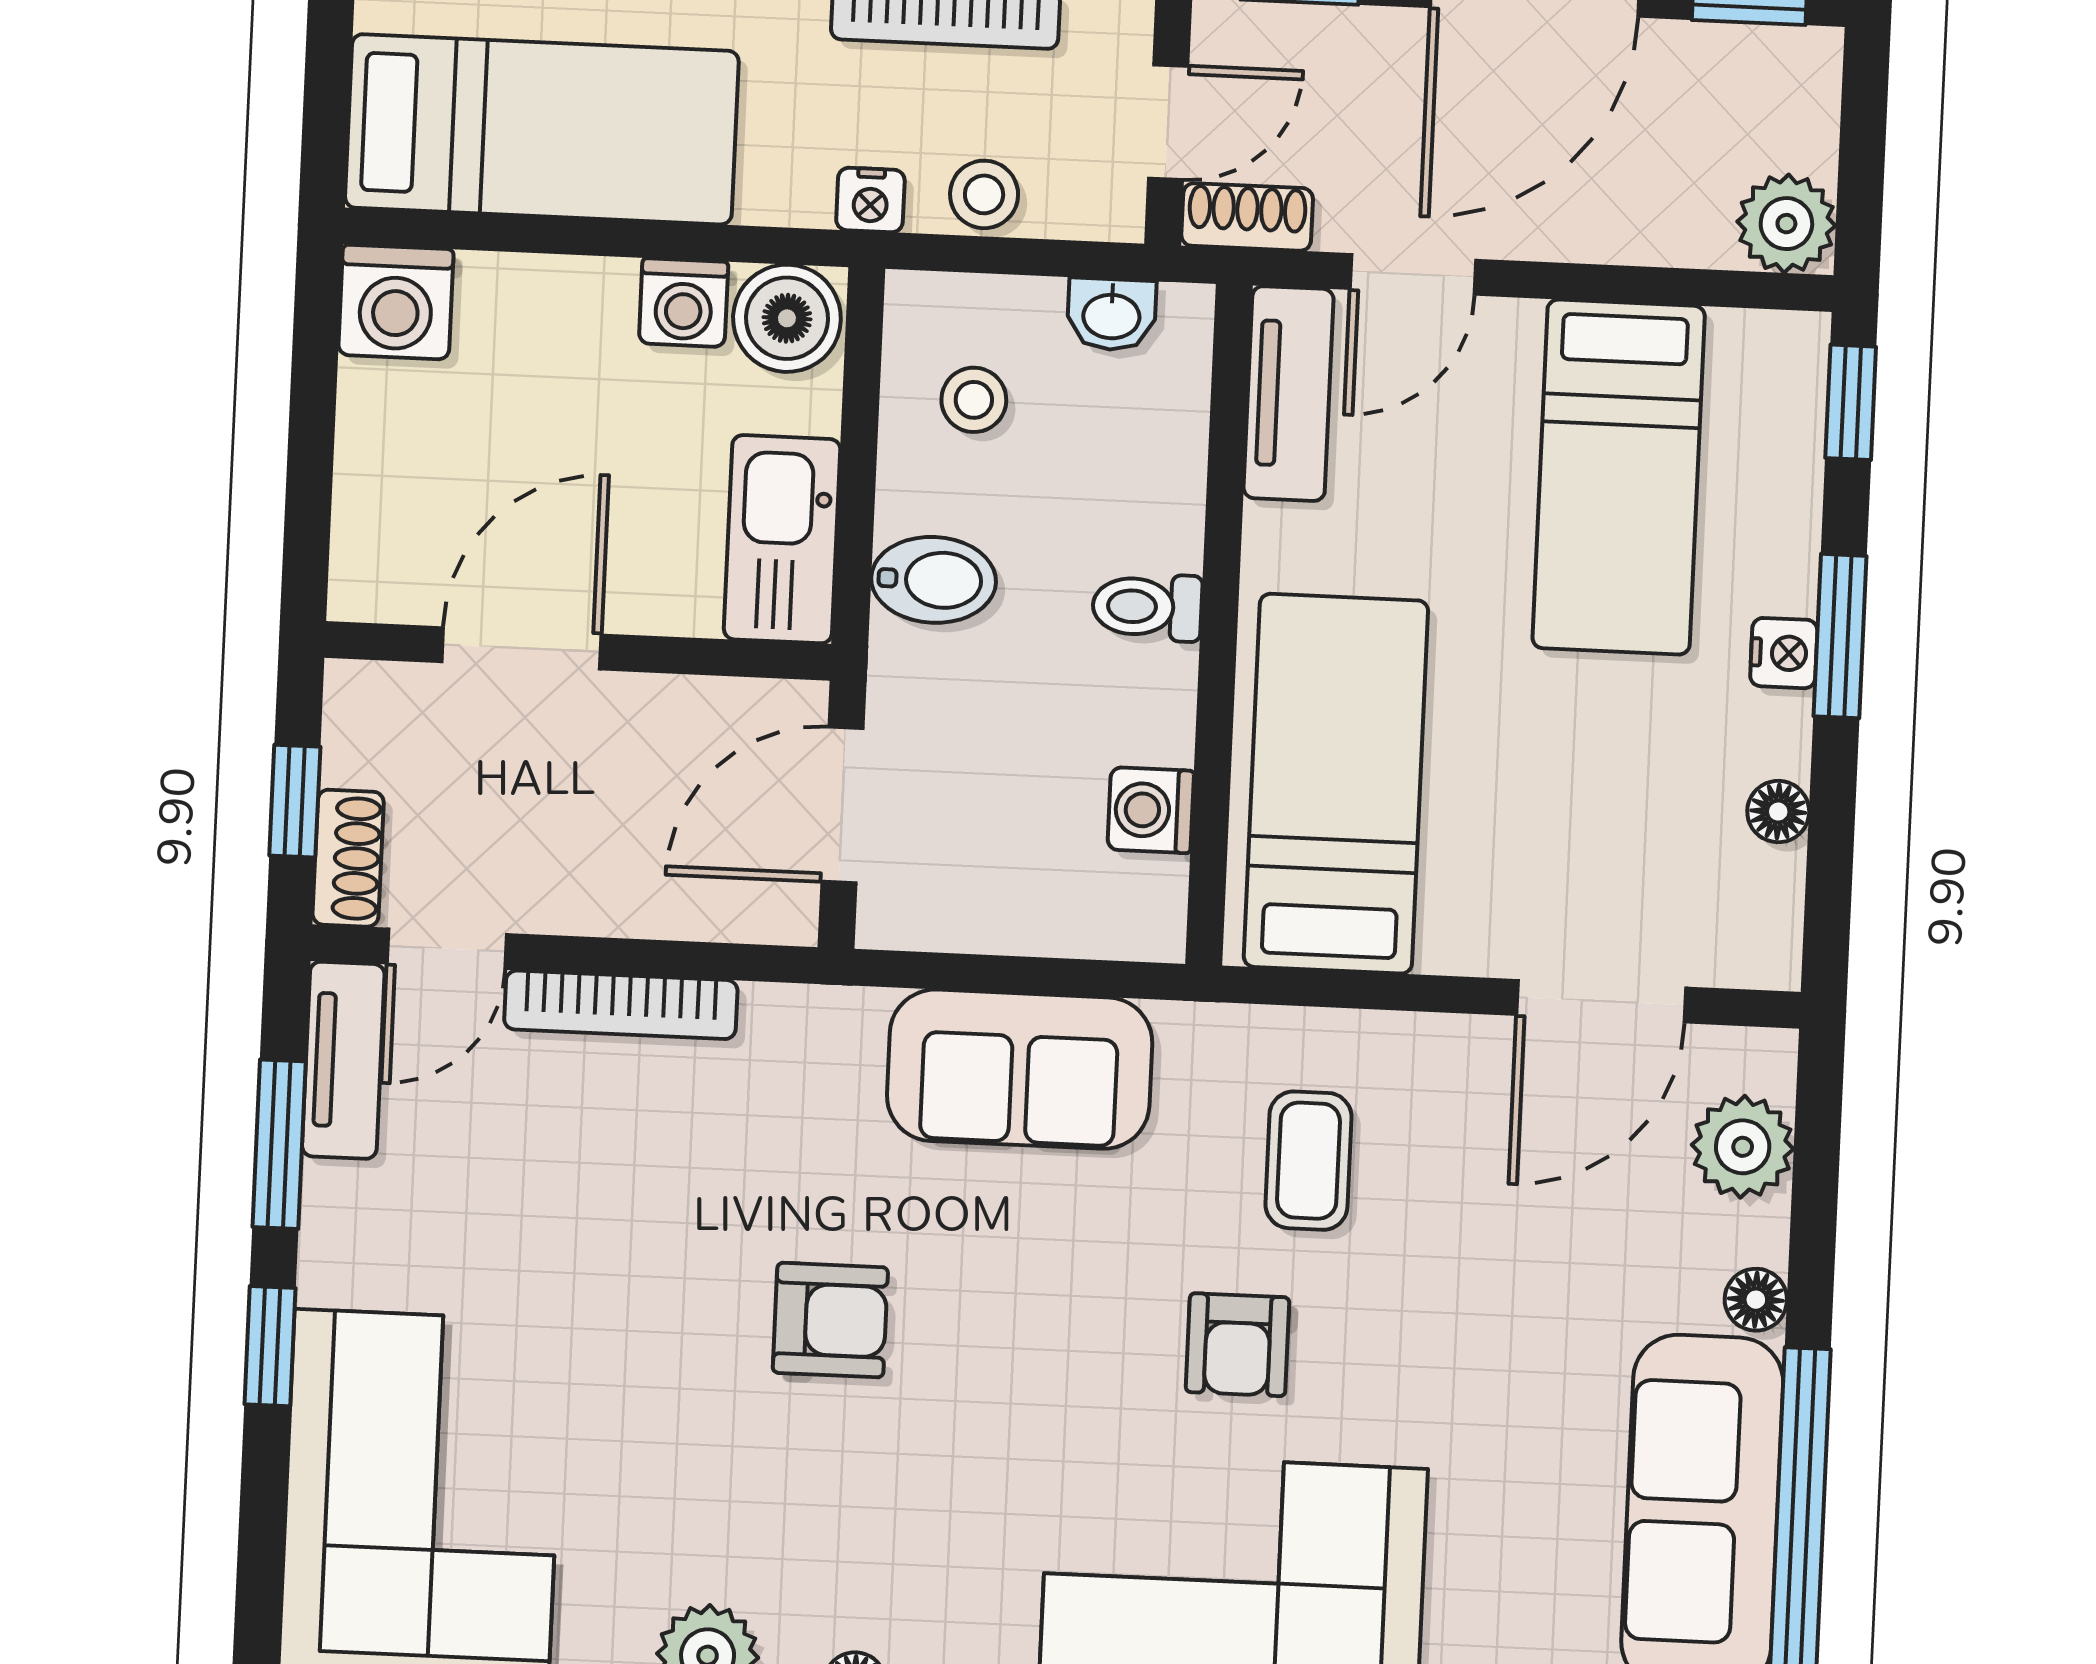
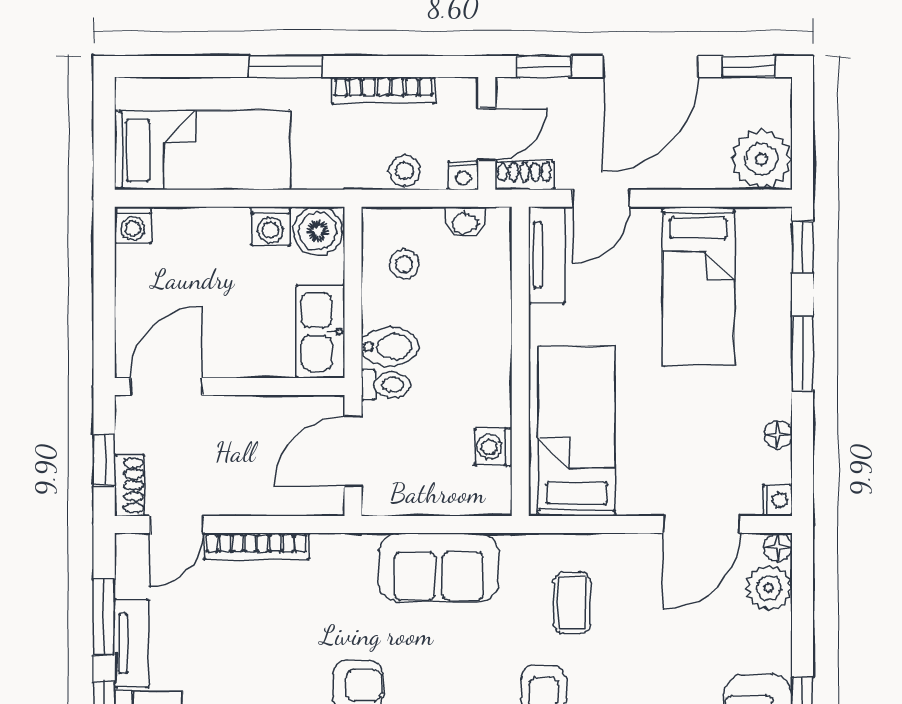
nightstand: (870, 200) -> (463, 176), moved
plant: (1786, 224) -> (761, 159), width x1.36, depth x1.36
washing machine: (396, 302) -> (133, 225), width x0.73, depth x0.73
toilet: (1147, 607) -> (386, 385), moved, turned 180
door: (522, 648) -> (166, 386), moved
nightstand: (1784, 653) -> (777, 500), moved
tv unit: (343, 1060) -> (131, 643), moved
floor lamp: (1756, 1300) -> (778, 547), moved

